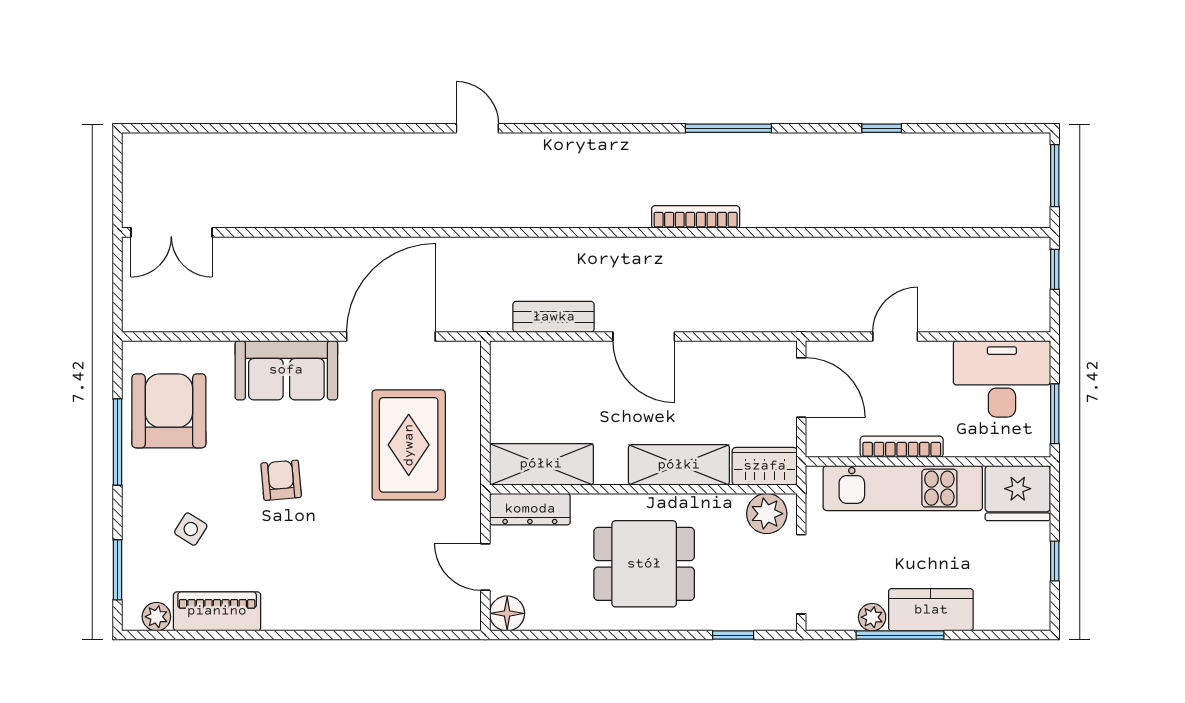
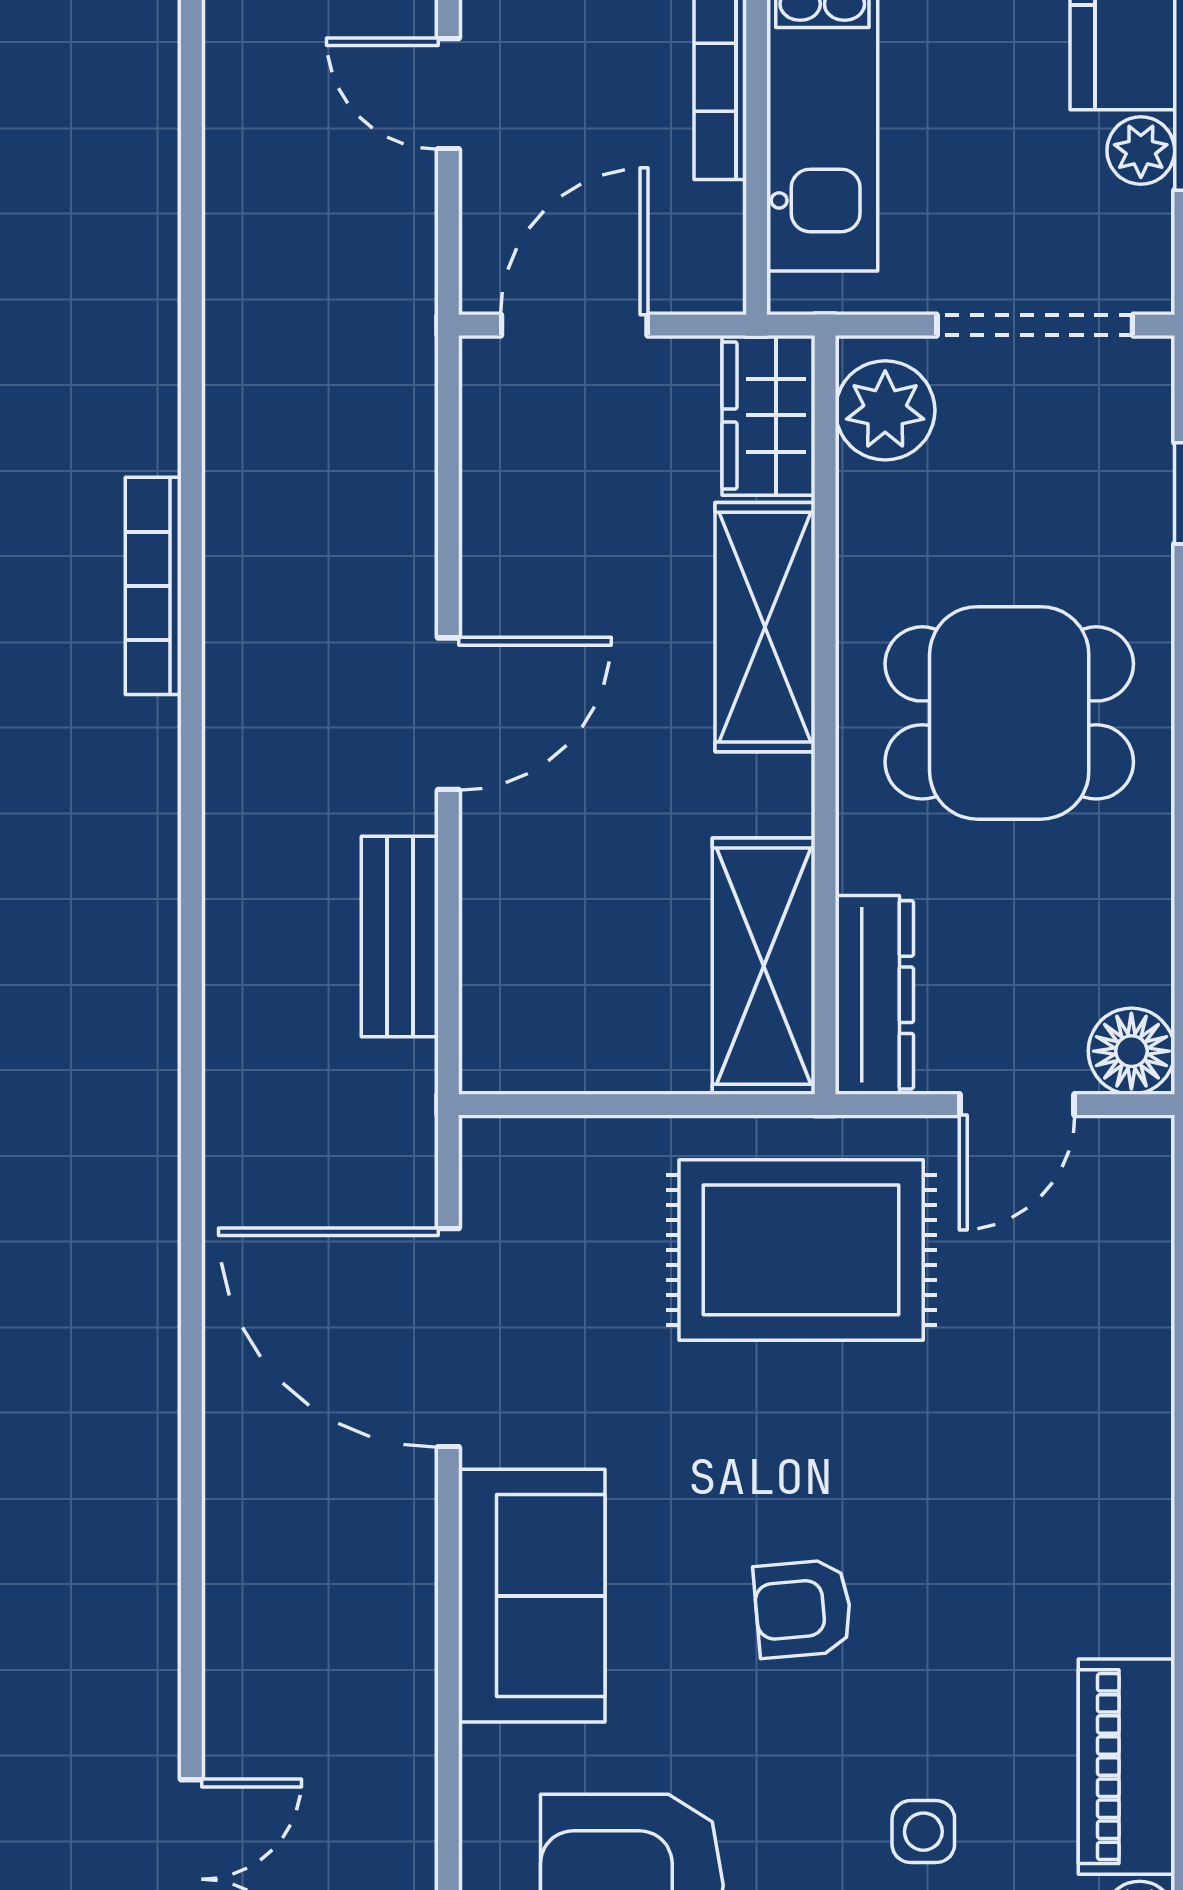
rug: (409, 445) -> (801, 1250), moved
side table: (191, 529) -> (923, 1832), turned -32
dining table: (644, 564) -> (1009, 713), turned 90

